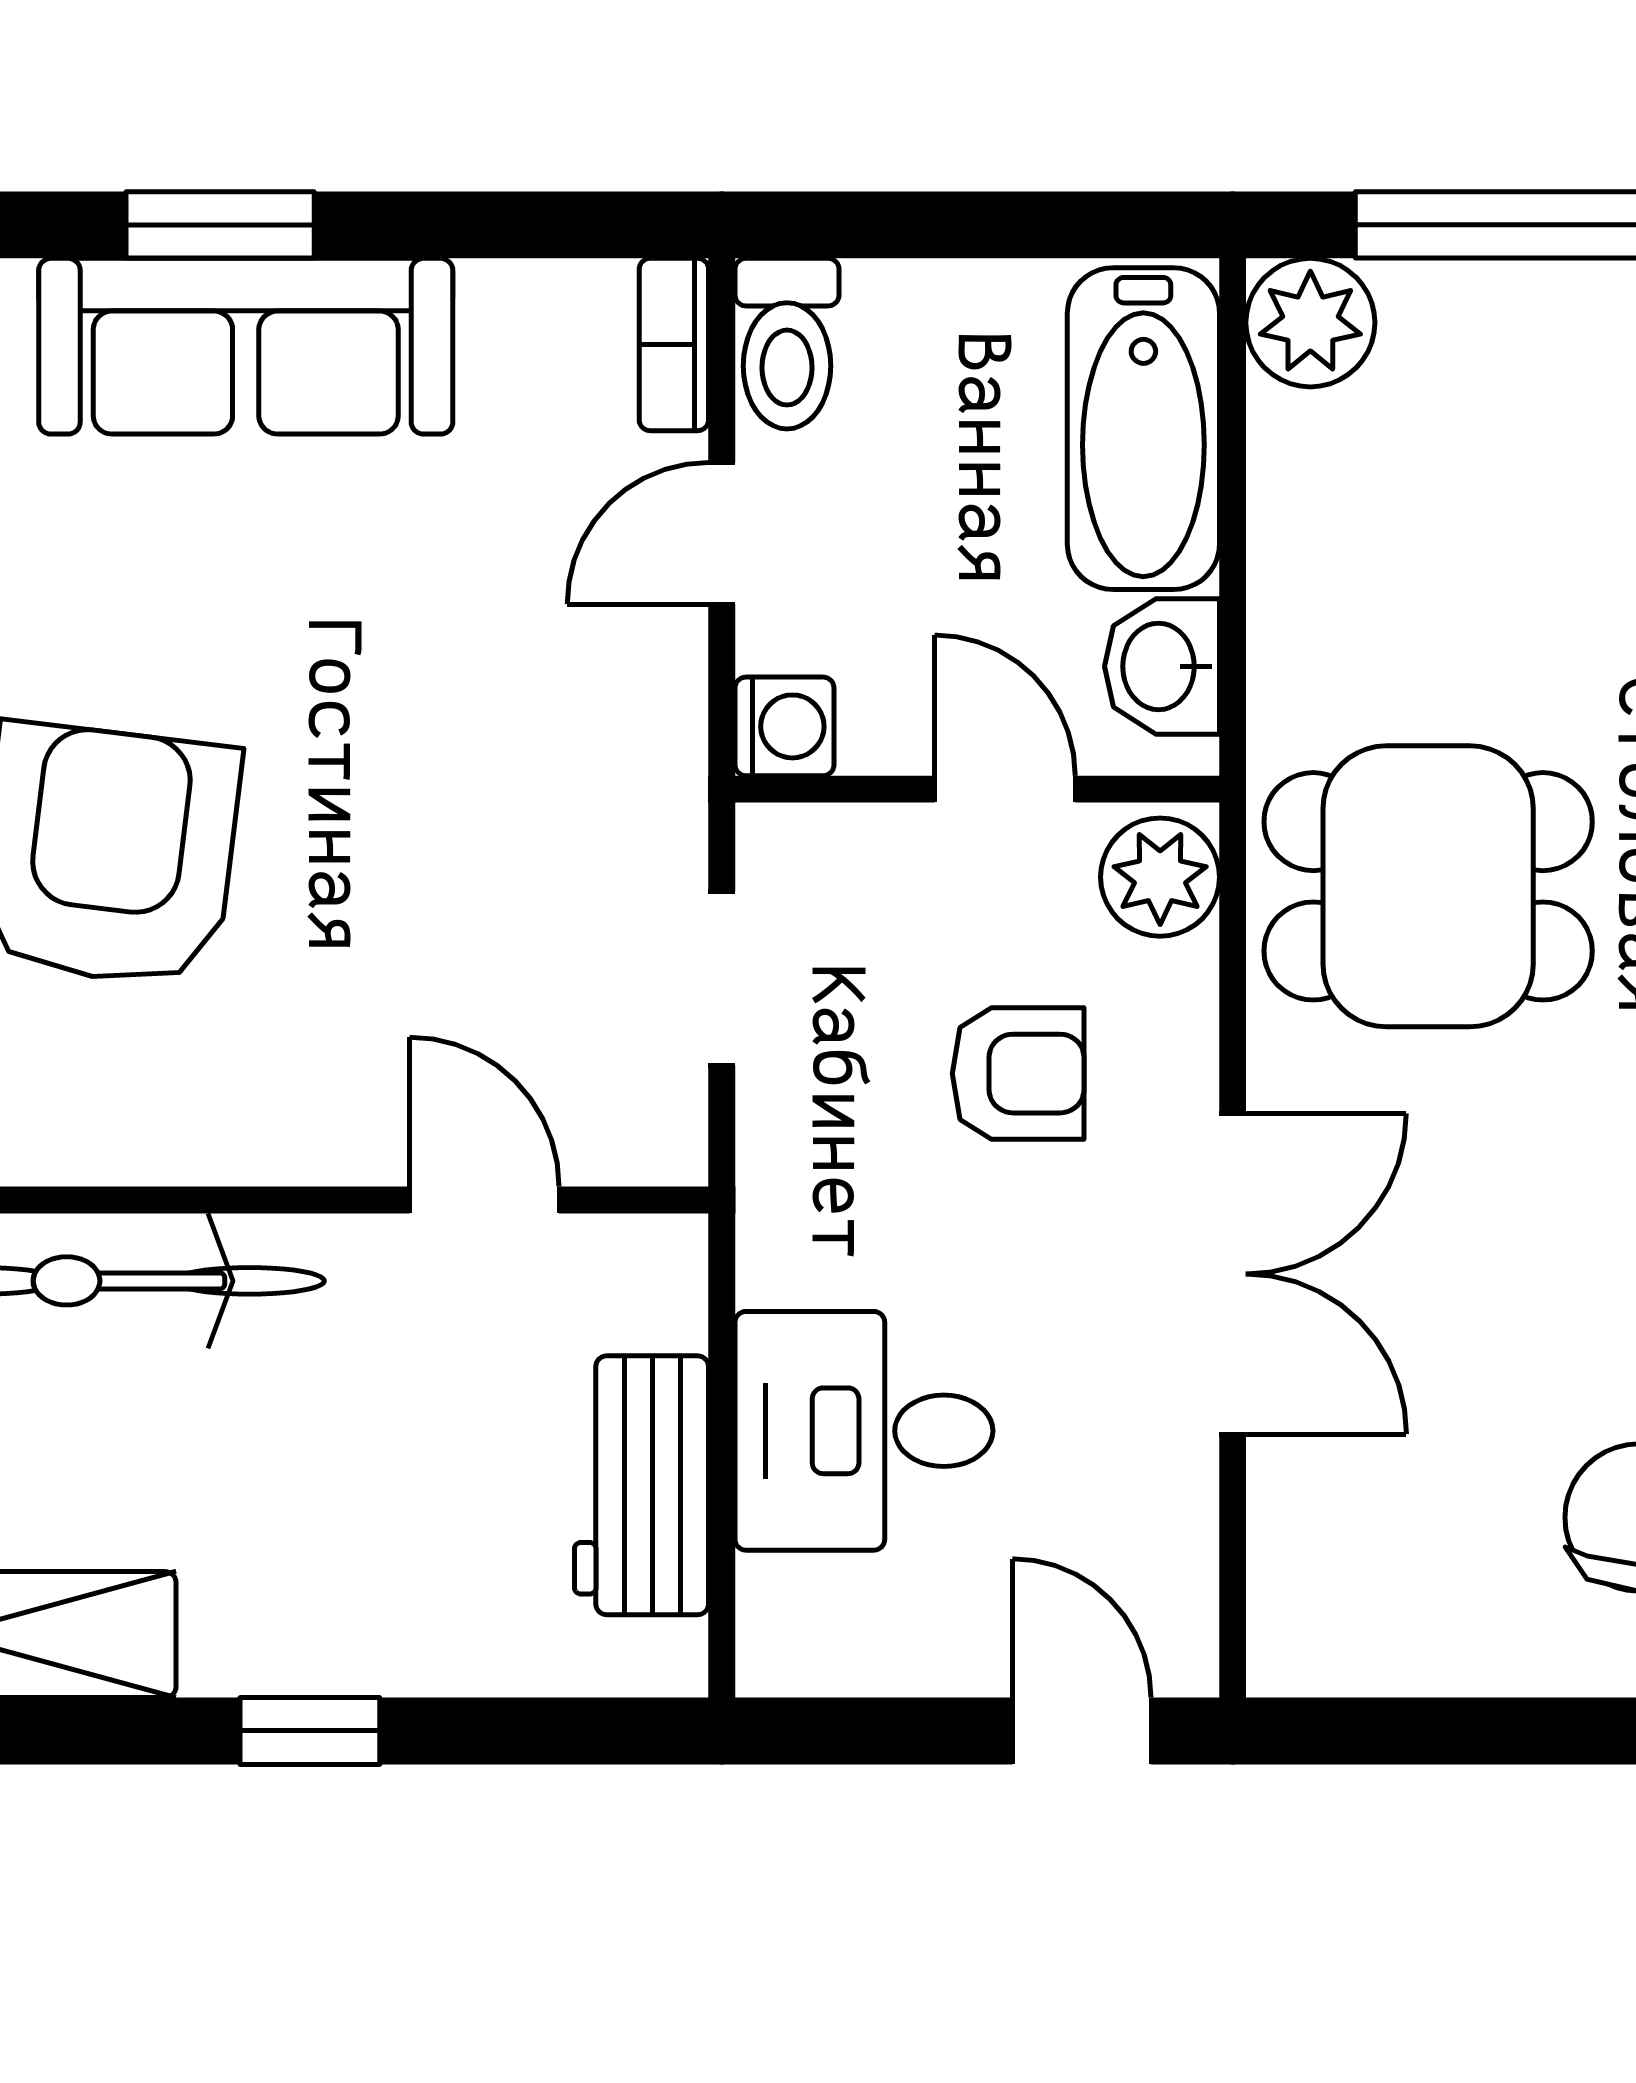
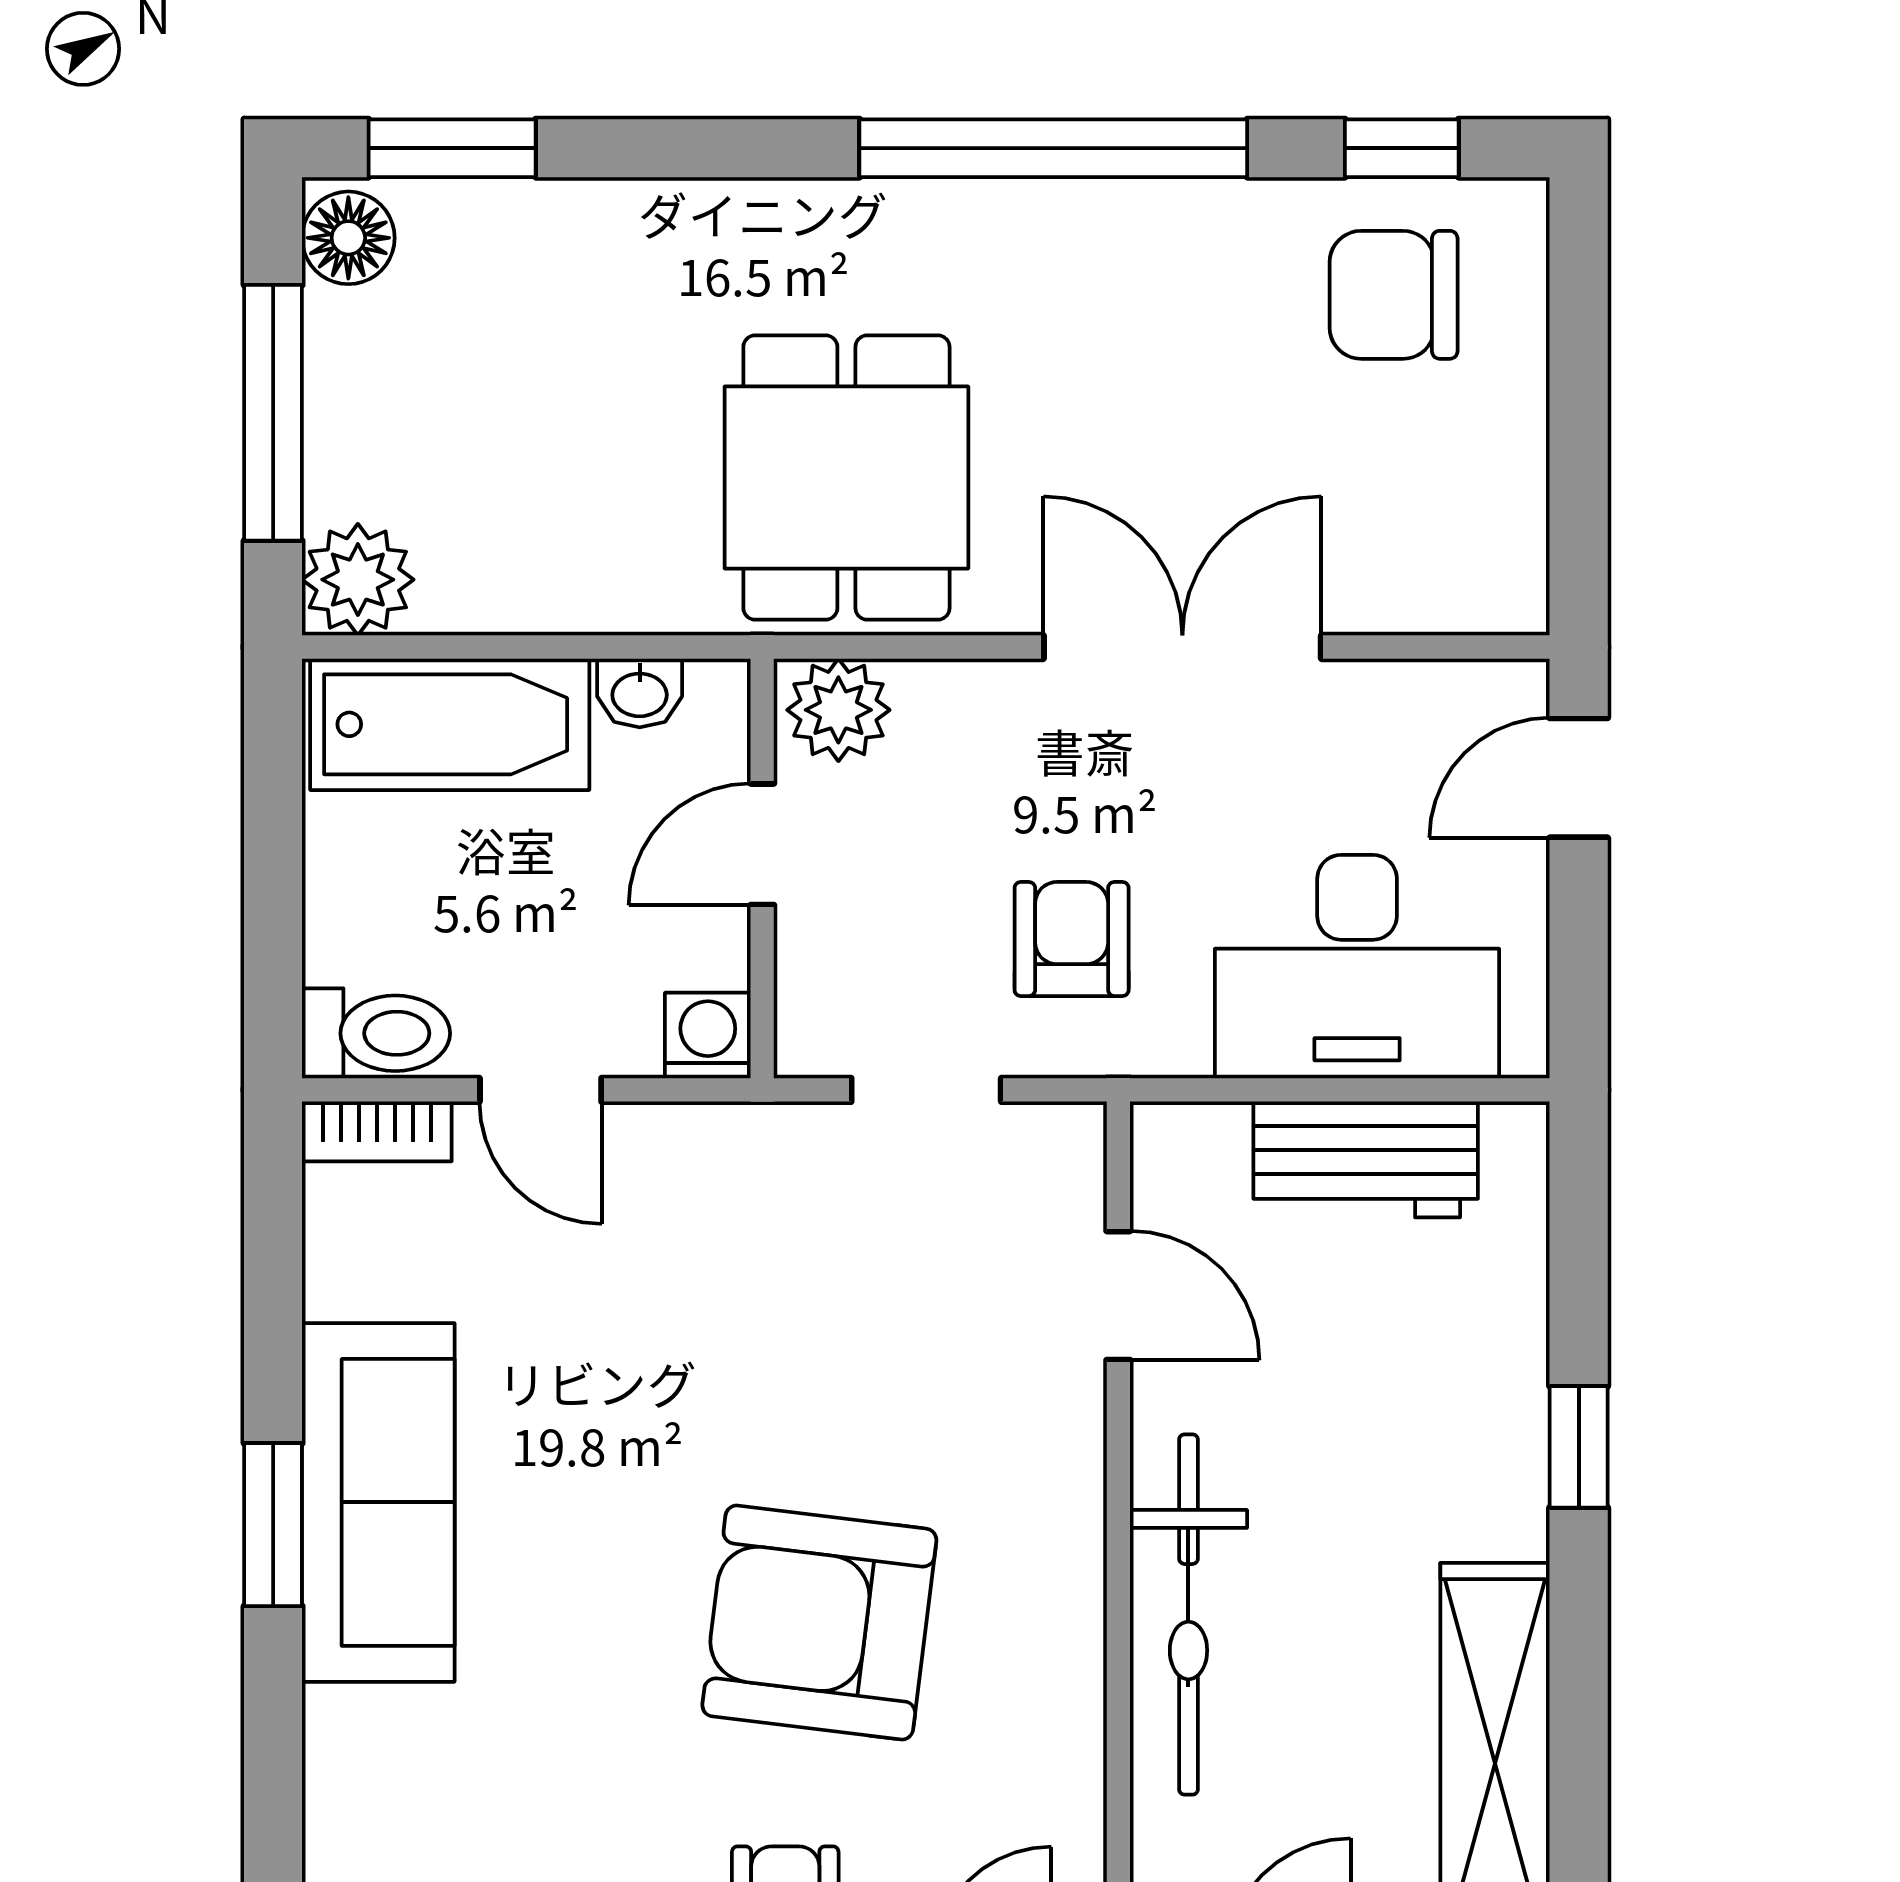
washbasin: (1162, 666) -> (640, 693), width x0.72, depth x0.69
armchair: (1018, 1074) -> (1072, 939), moved
door: (484, 1200) -> (1118, 1296), swing flipped
desk: (864, 1431) -> (1357, 967), width x1.37

